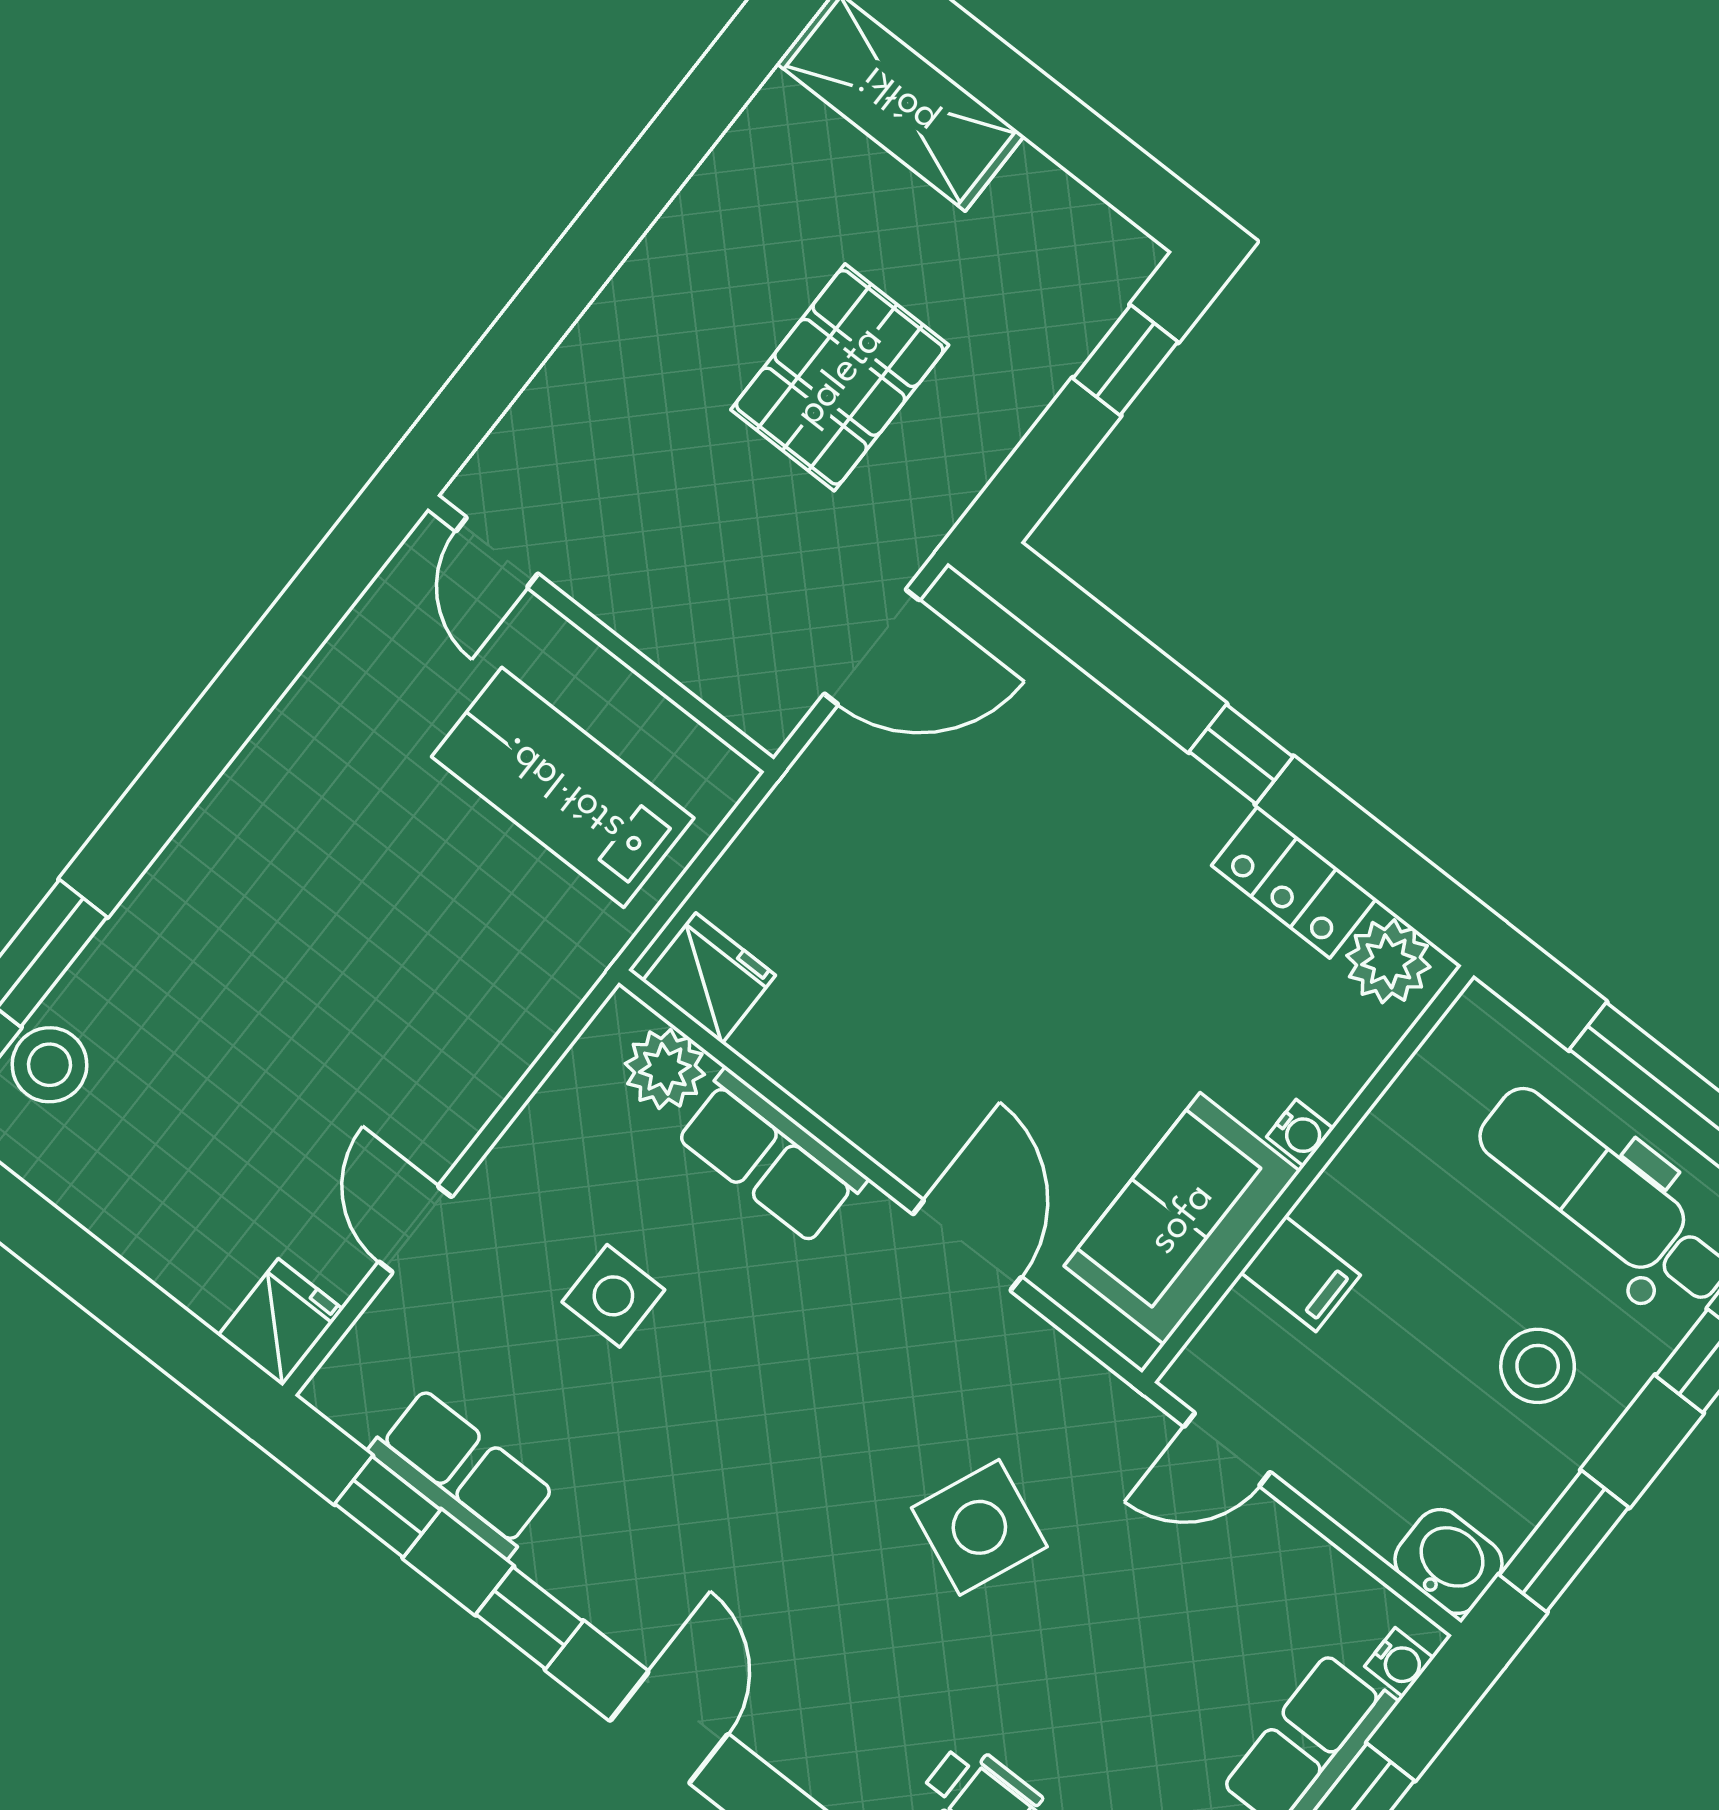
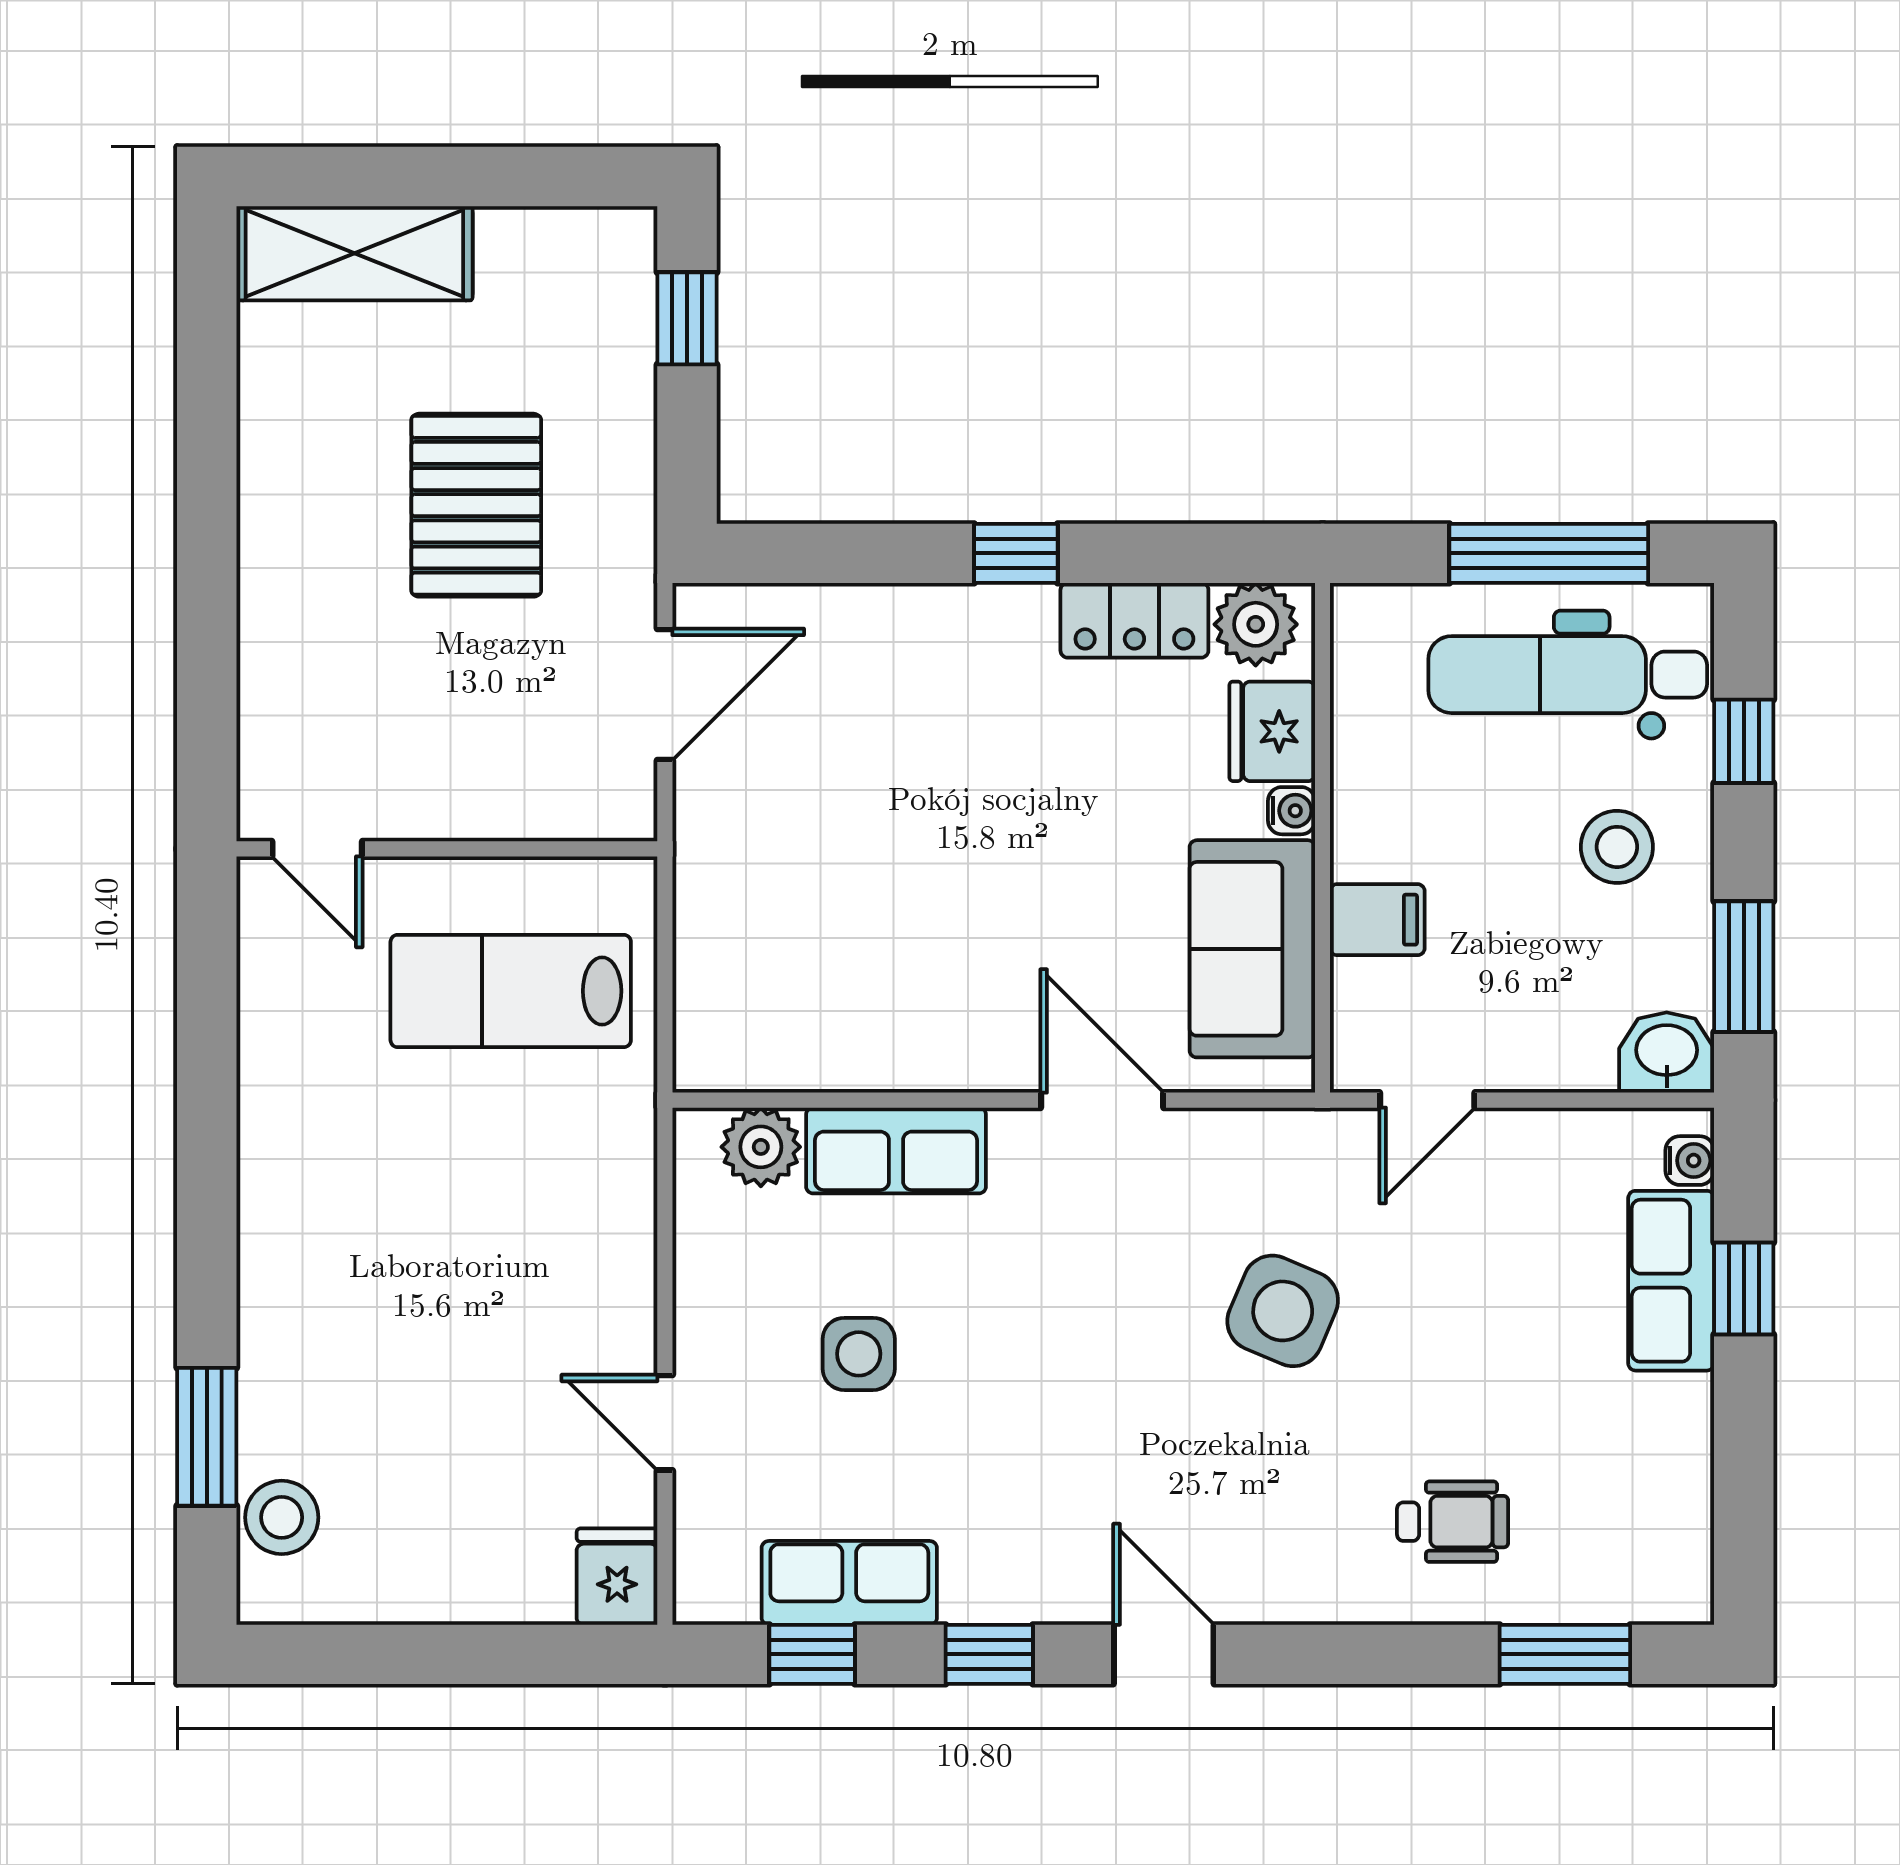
fridge: (709, 978) -> (1272, 731), moved, turned -90

